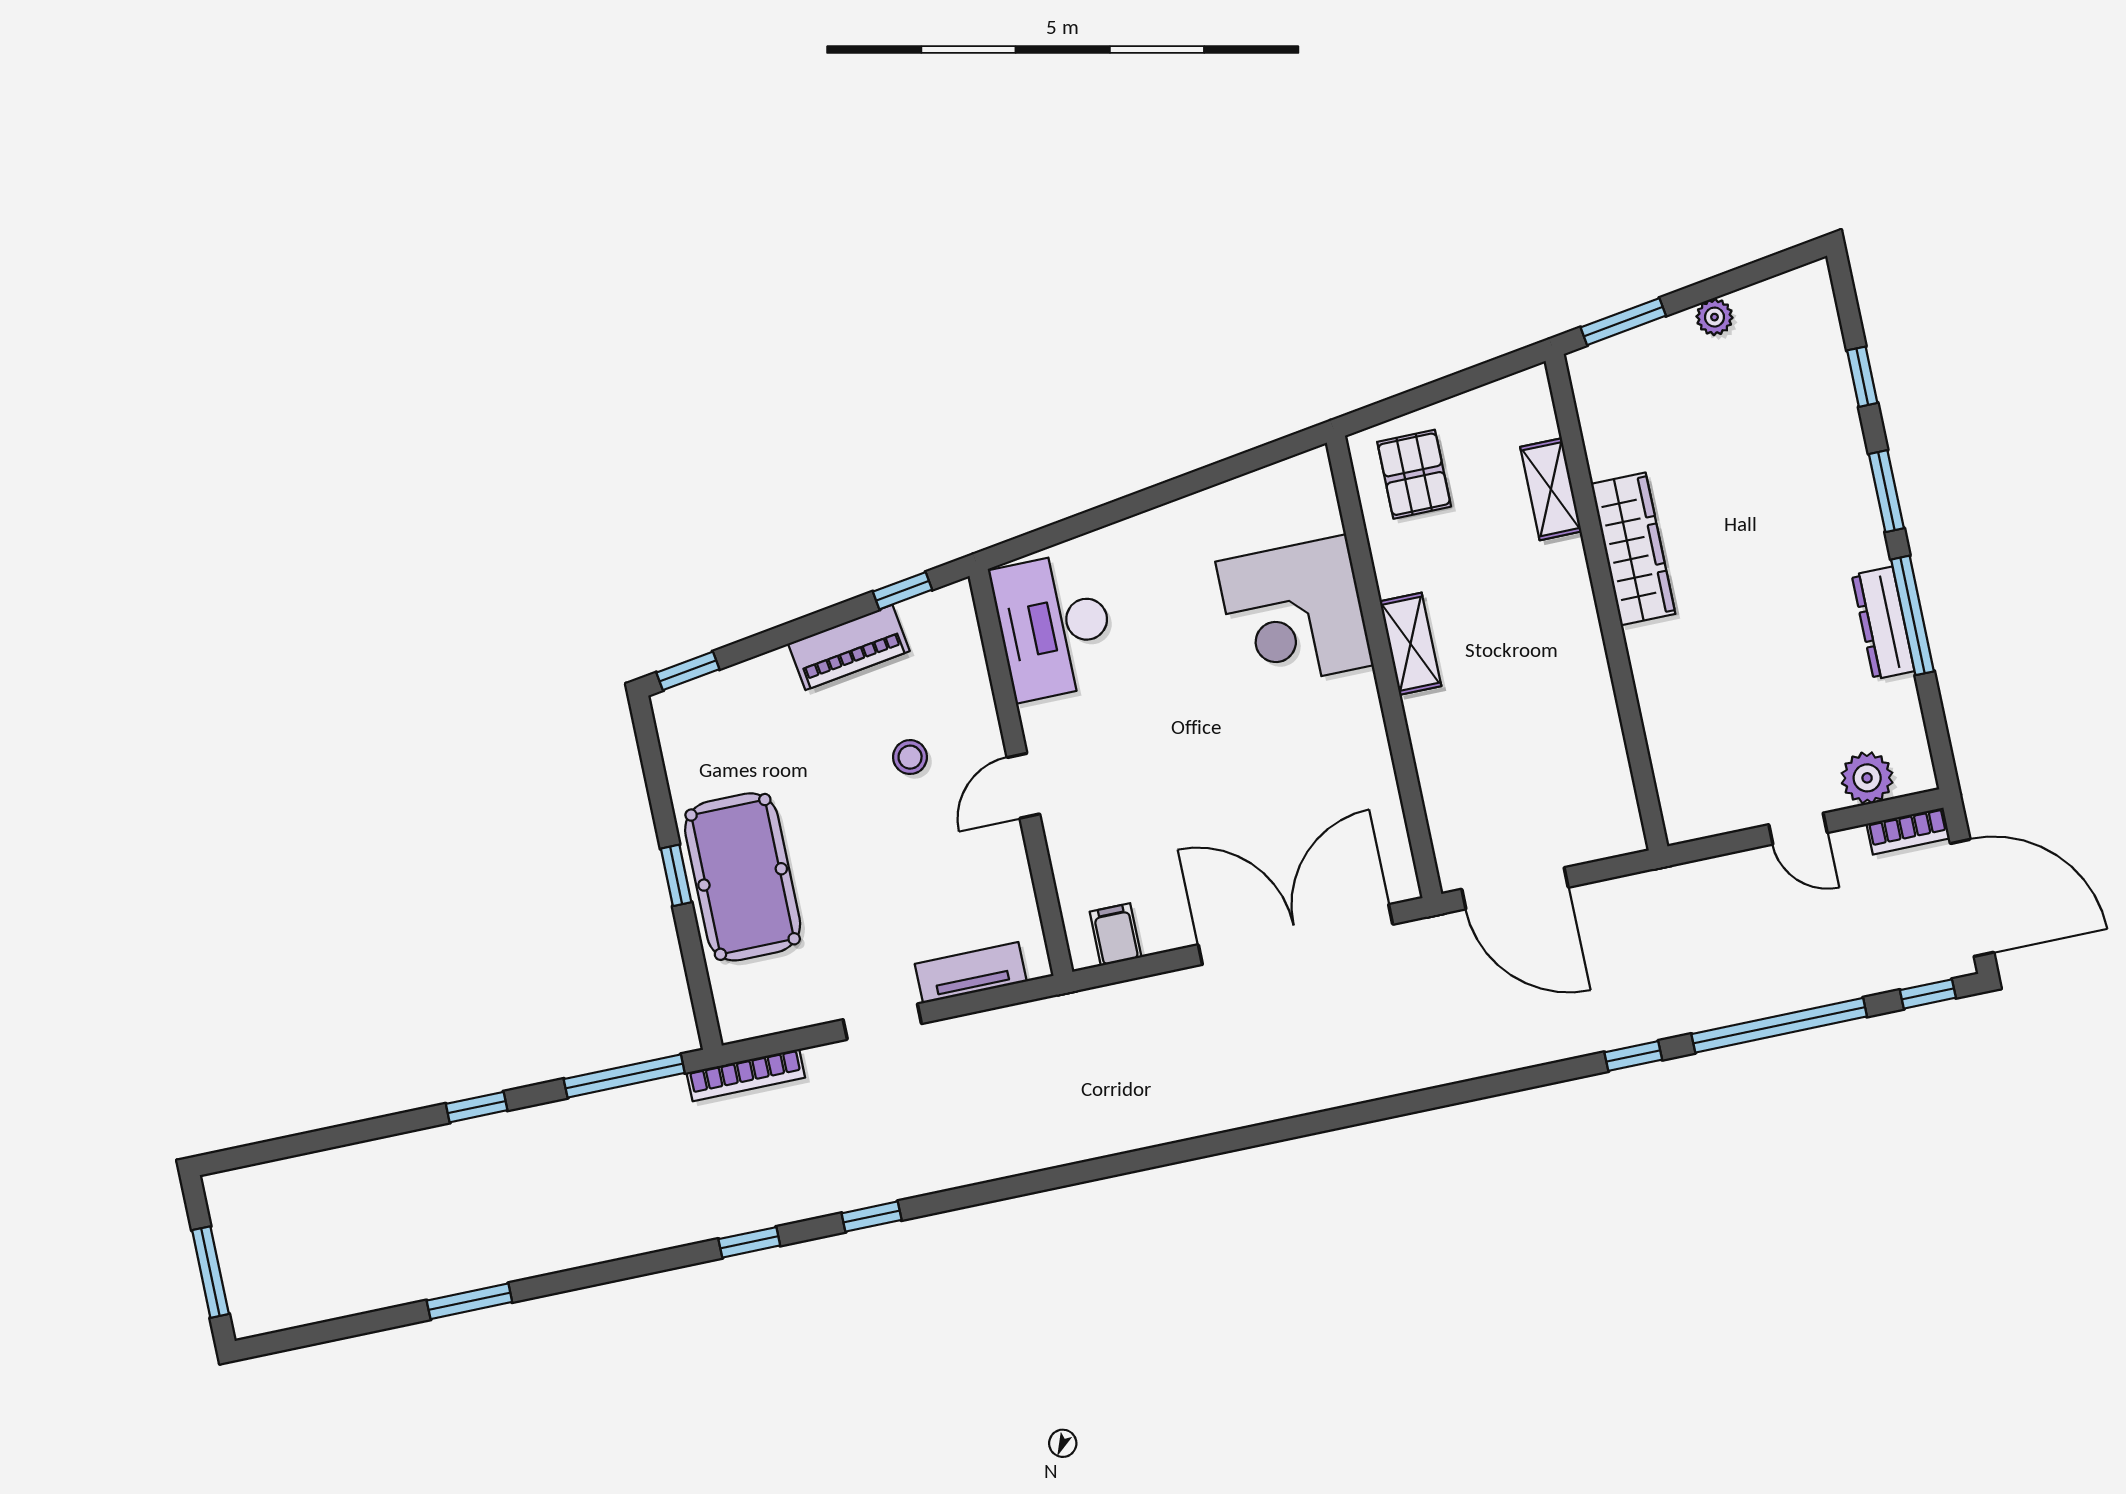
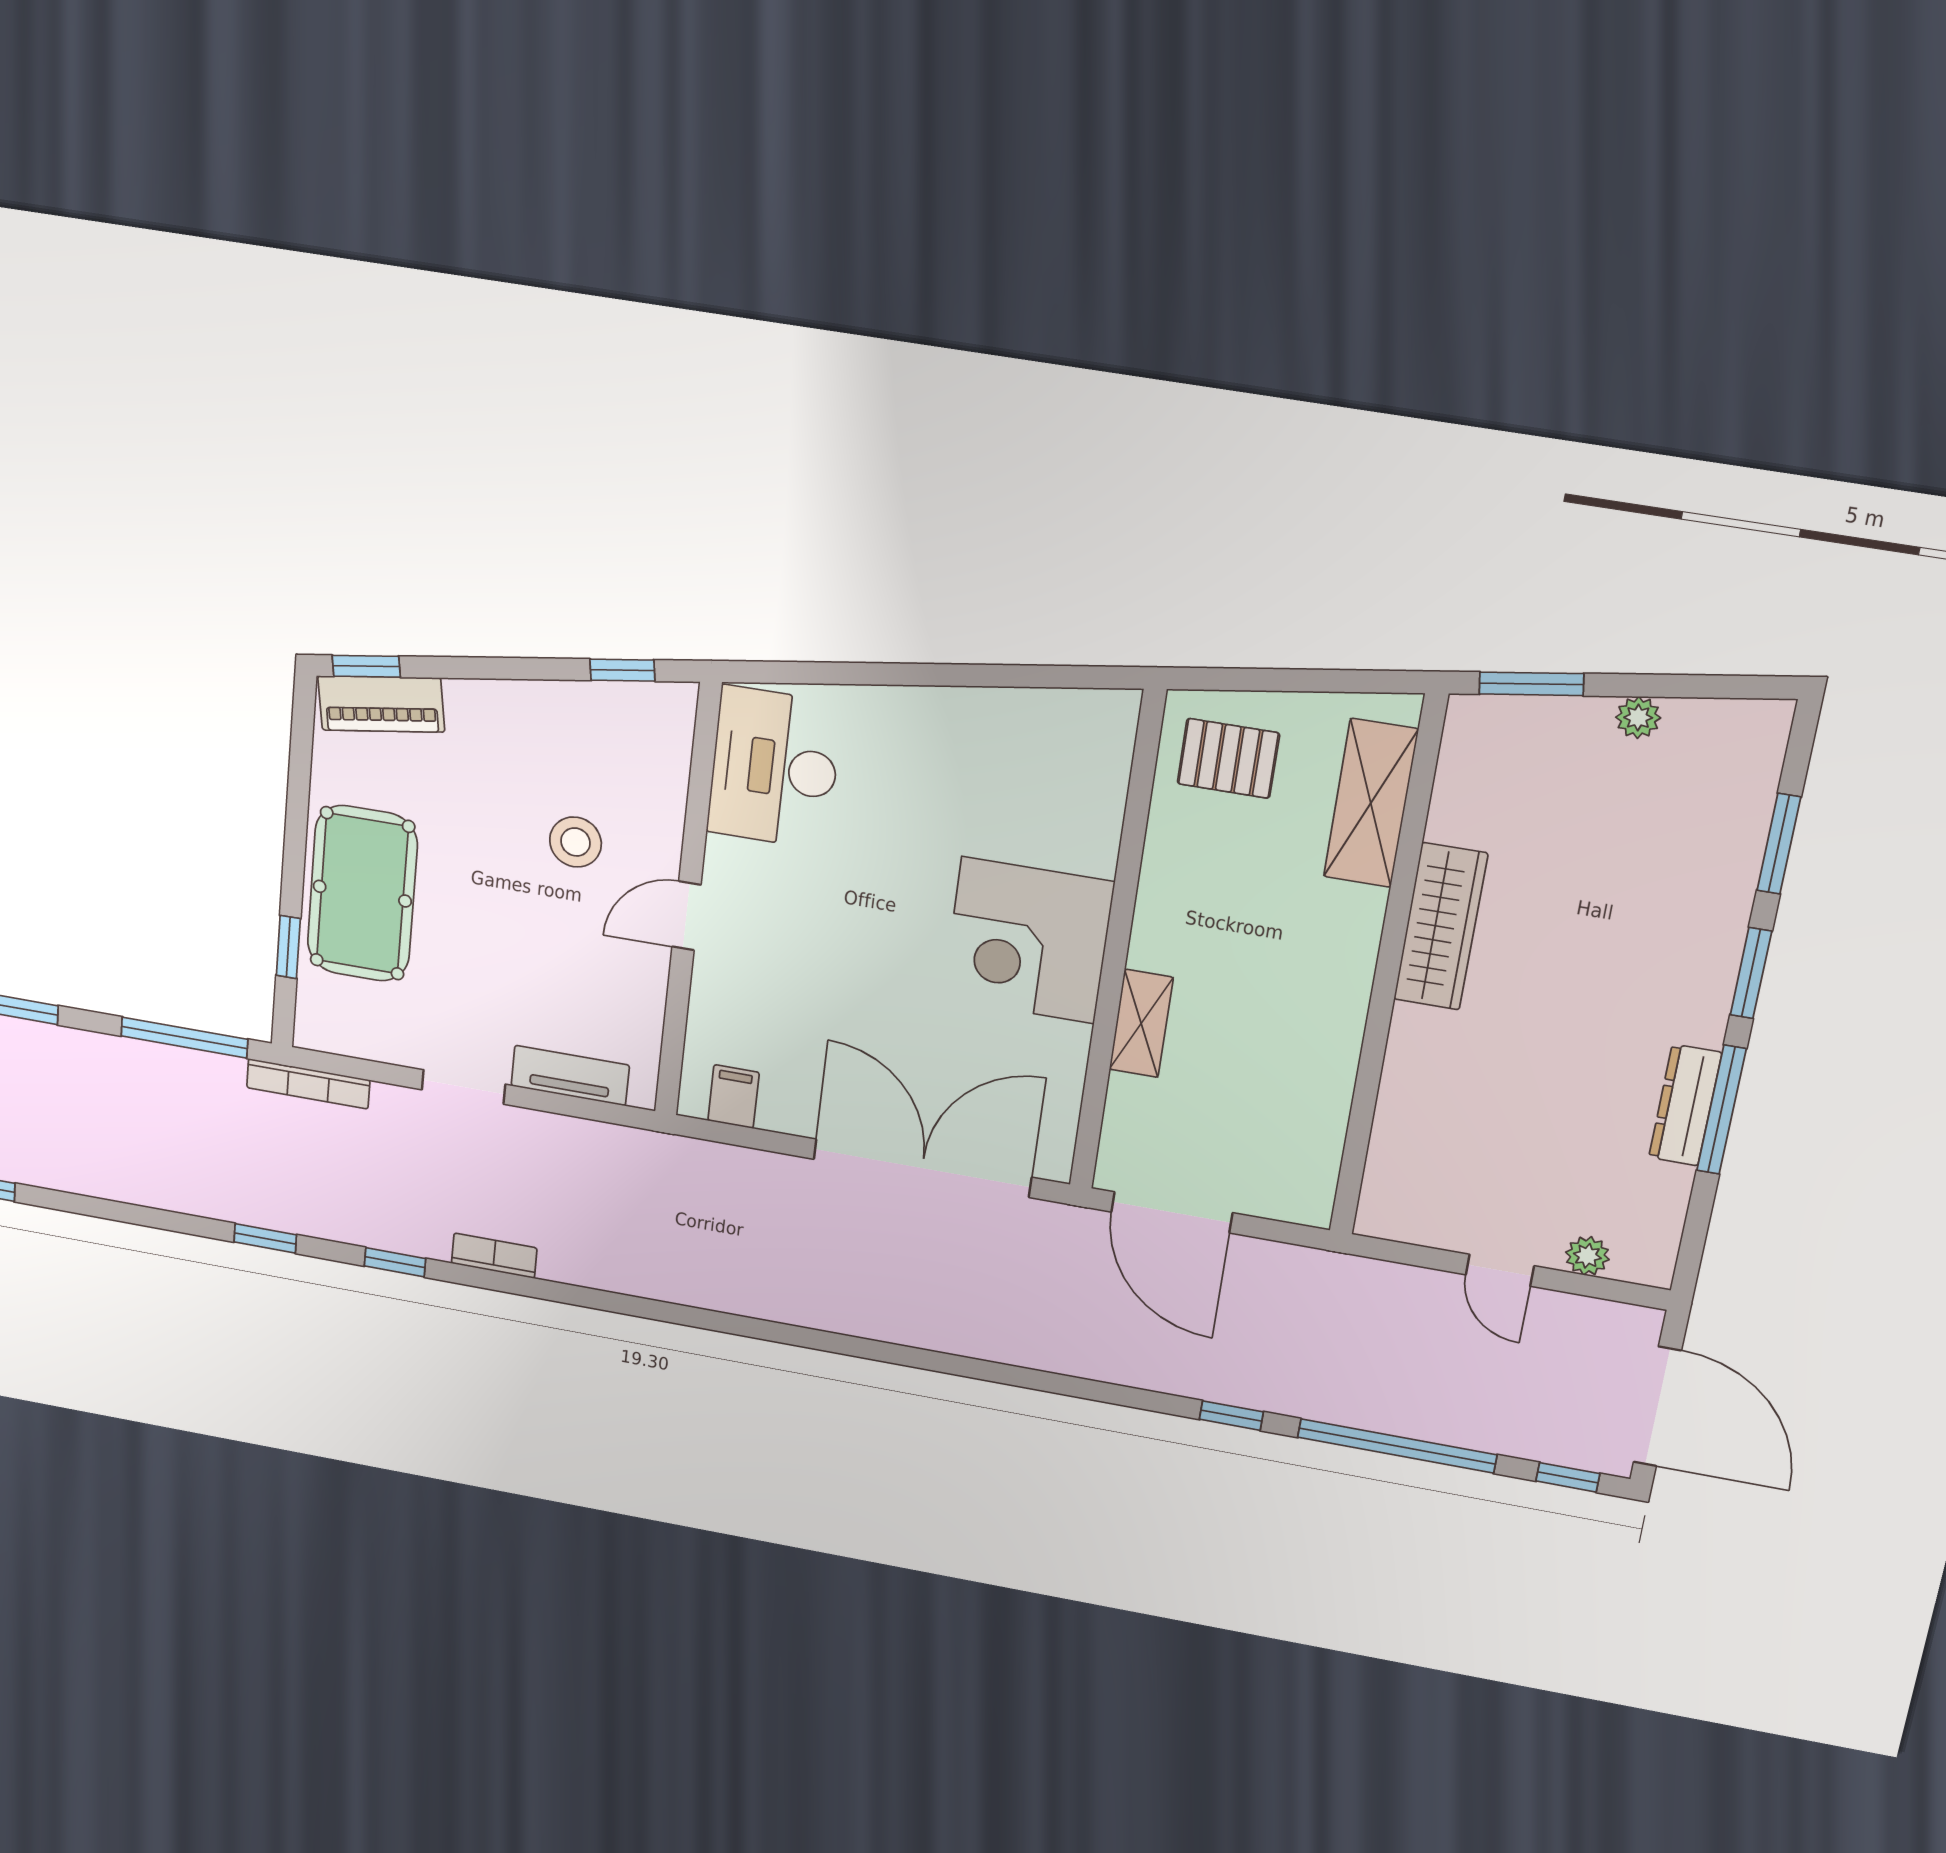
window: (1862, 377) -> (1779, 844), width x1.50
pallet: (1414, 474) -> (1228, 758), turned 90
shelving: (1551, 489) -> (1371, 803), width x1.50, depth x1.33
corner desk: (1294, 613) -> (1028, 940), moved
shelving: (1411, 644) -> (1141, 1023), moved
piano: (849, 647) -> (381, 704), moved
stool: (910, 757) -> (575, 842), width x1.37, depth x1.37
plant: (1867, 778) -> (1587, 1256), width x0.73, depth x0.73
bookcase: (1908, 831) -> (494, 1256), moved, turned 180
window: (676, 875) -> (288, 947), moved

